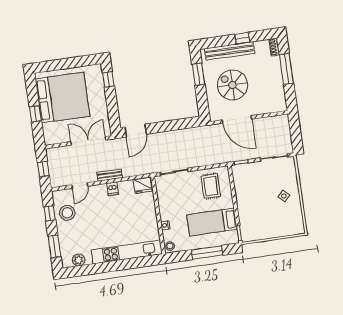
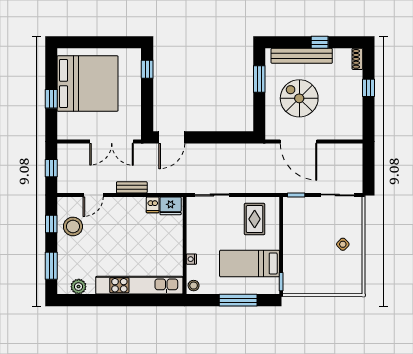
window: (286, 69) -> (369, 88), width x0.46
double door: (88, 141) -> (112, 141), swing flipped
dishwasher: (112, 189) -> (153, 205), moved

